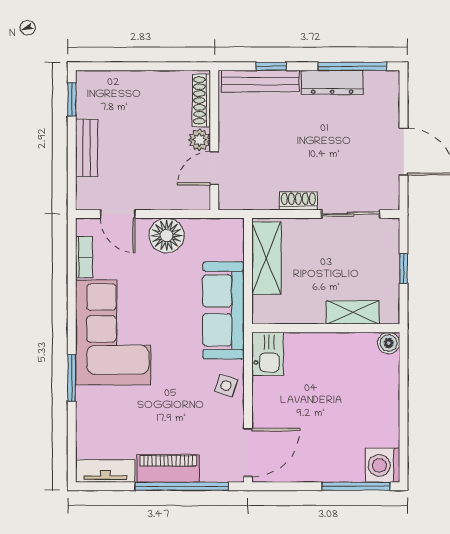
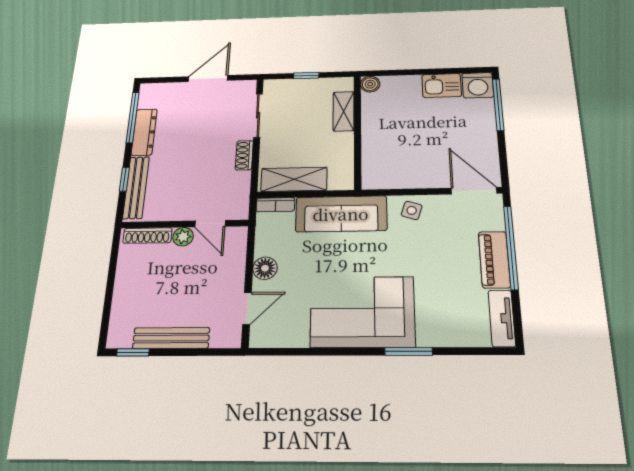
bench: (87, 148) -> (171, 338), width x1.36
floor lamp: (167, 235) -> (265, 268), width x0.73, depth x0.73
bookcase: (84, 257) -> (275, 205), moved, turned 180
kitchen sink: (268, 354) -> (442, 85), moved, turned 180

